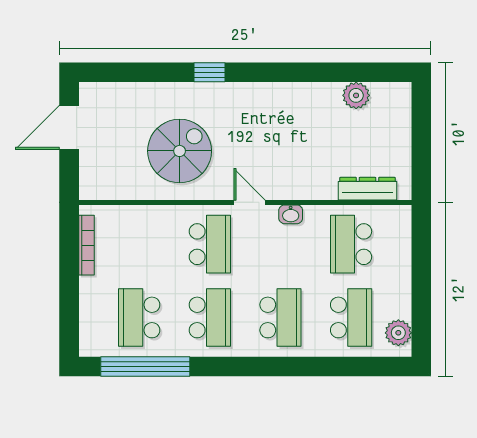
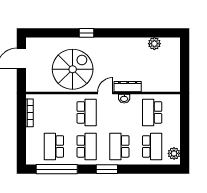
spiral stairs: (180, 151) -> (73, 69), width x1.37, depth x1.37
dresser: (368, 189) -> (128, 87), moved
door: (250, 202) -> (105, 93), hinge flipped
school desk: (280, 317) -> (119, 146), turned 180
window: (253, 366) -> (107, 169), added

